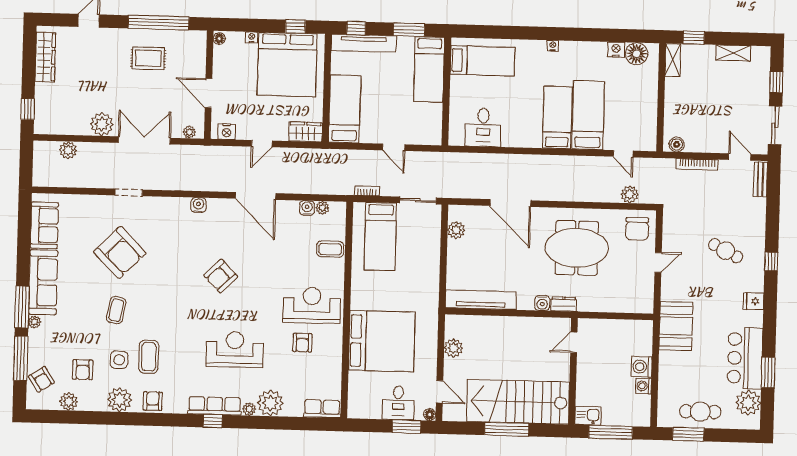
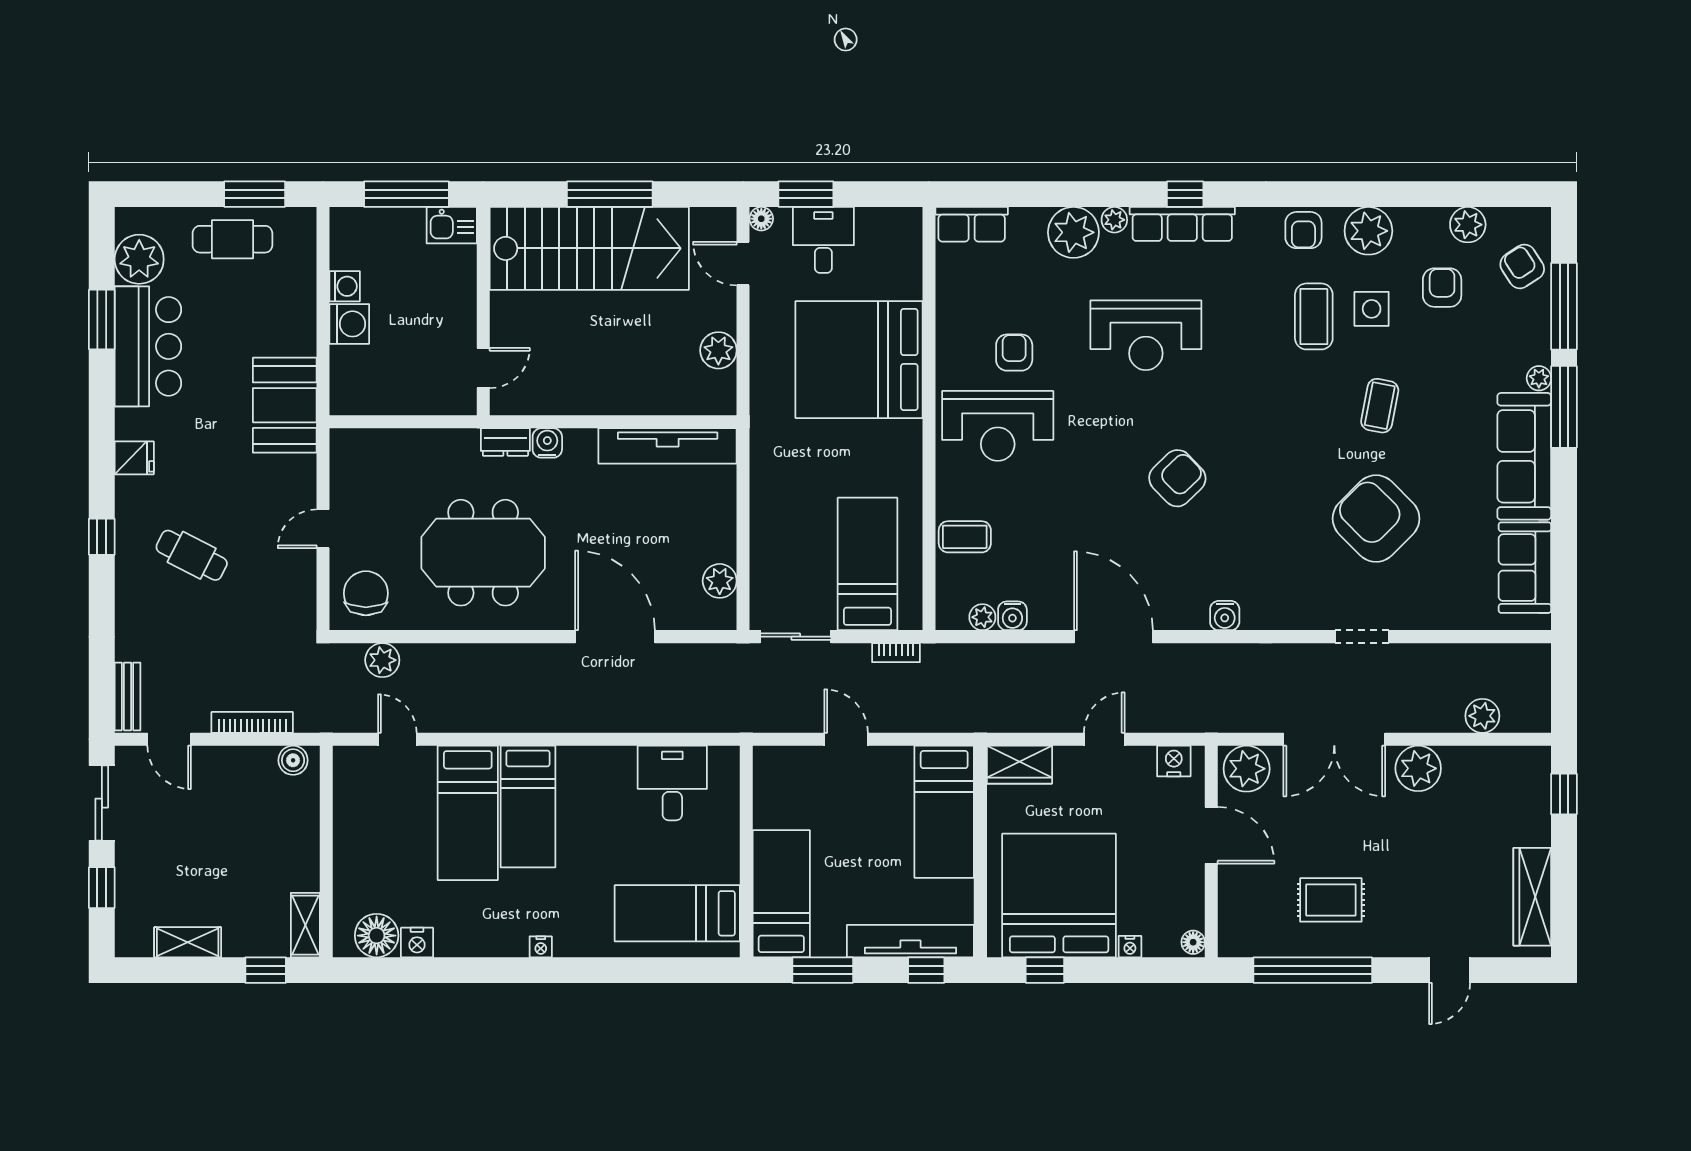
plant: (189, 132) -> (1247, 769), width x1.87, depth x1.87

